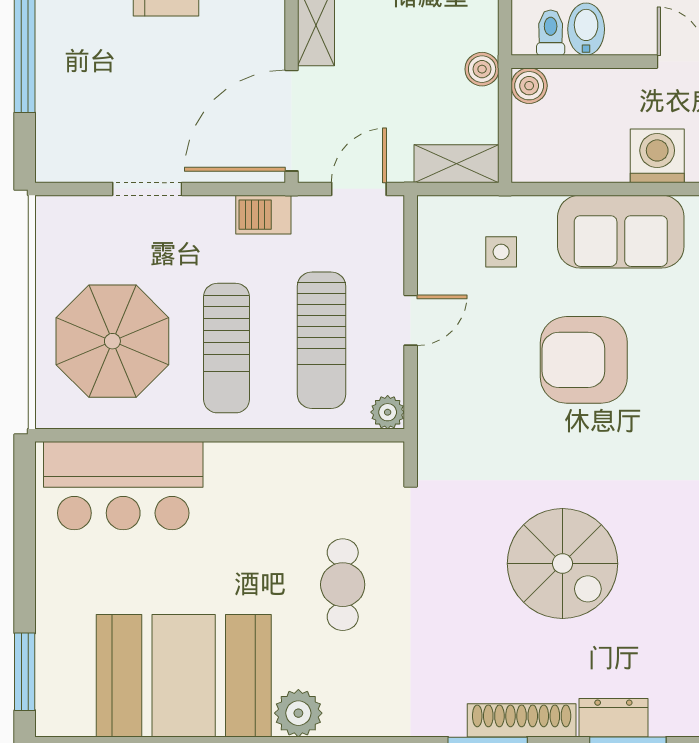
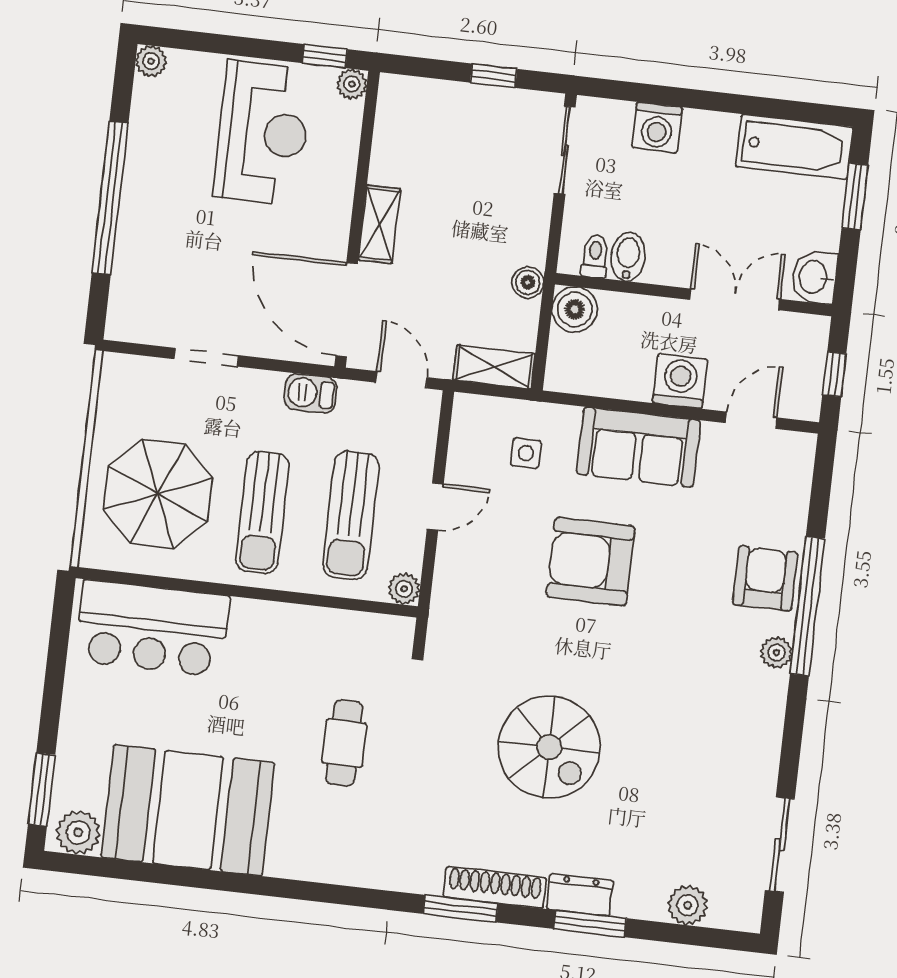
boiler: (529, 86) -> (575, 309), width x1.36, depth x1.36
door: (292, 121) -> (347, 310), hinge flipped
door: (359, 189) -> (401, 380), hinge flipped
plant: (298, 713) -> (78, 832), moved

